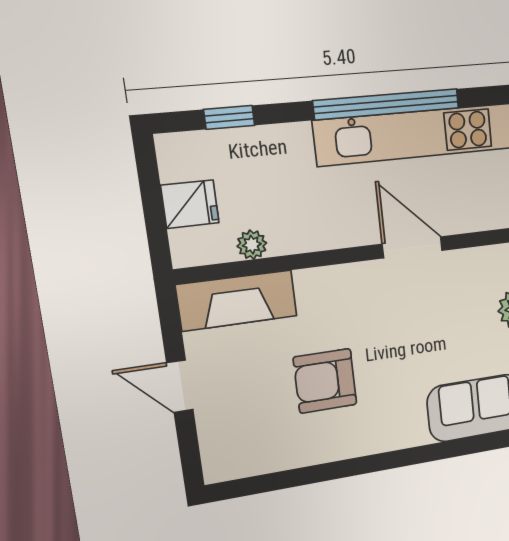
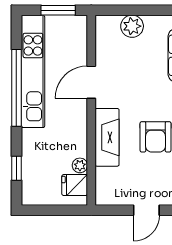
fridge: (190, 204) -> (75, 185), moved, turned -90
fireplace: (237, 300) -> (107, 137), moved

